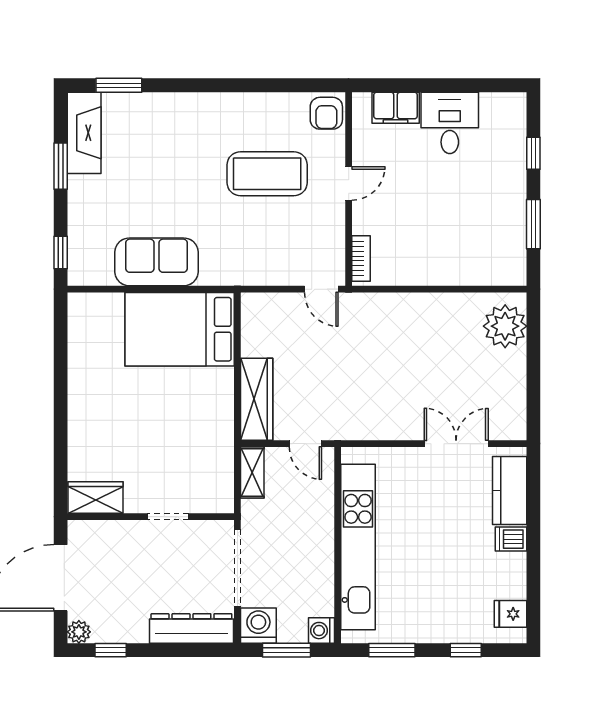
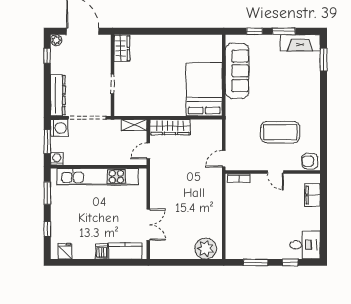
desk: (450, 123) -> (305, 245), moved
coffee table: (267, 174) -> (280, 132), turned 90
window: (61, 252) -> (254, 31), moved
sofa: (157, 262) -> (237, 71), width x1.36

